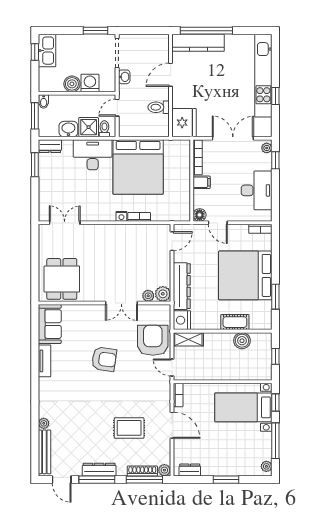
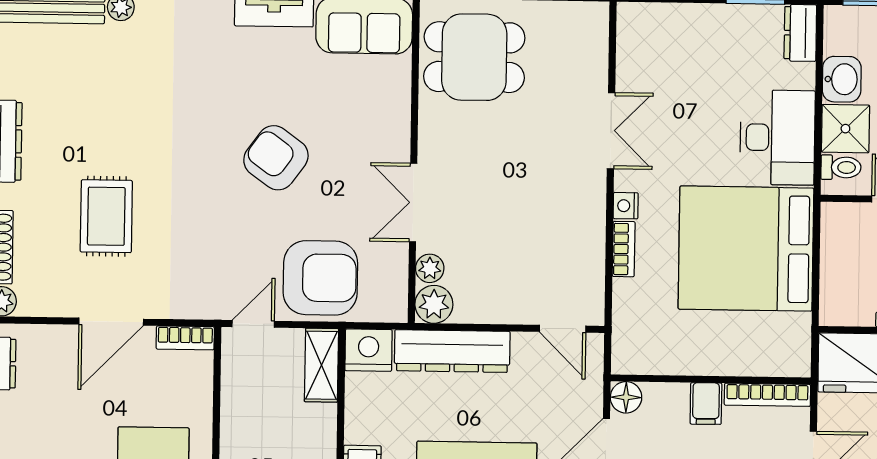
double door: (65, 223) -> (611, 131), moved
armchair: (104, 359) -> (276, 158), turned 118

